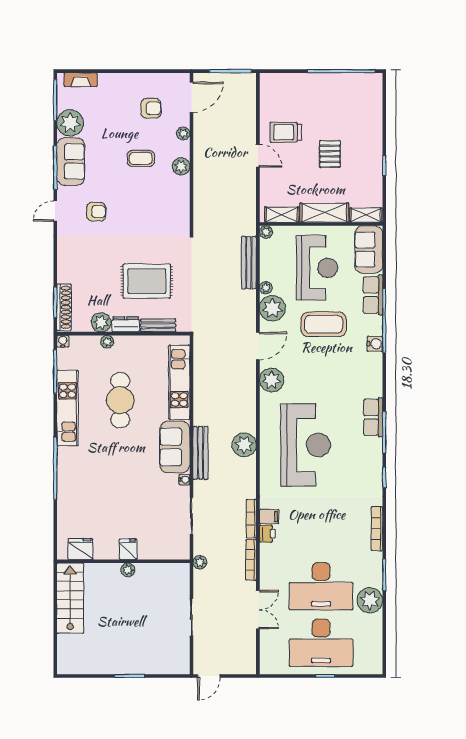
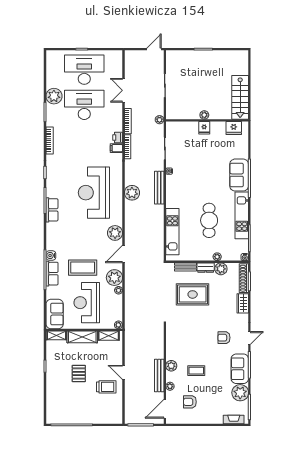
bench: (249, 263) -> (159, 376), moved
wardrobe: (66, 267) -> (243, 303), added
row of seats: (373, 295) -> (52, 274), moved
sofa: (175, 447) -> (239, 175), moved, turned 180

